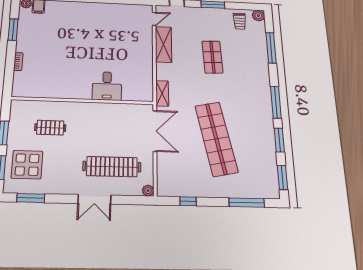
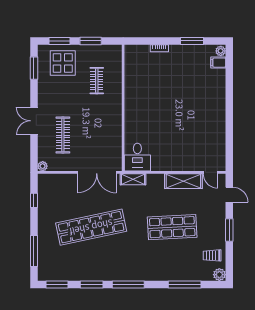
shop shelf: (212, 57) -> (172, 227), width x1.43, depth x1.36
desk: (107, 86) -> (137, 157), moved, turned -90
clothes rail: (112, 167) -> (63, 135), width x0.73, depth x0.76

